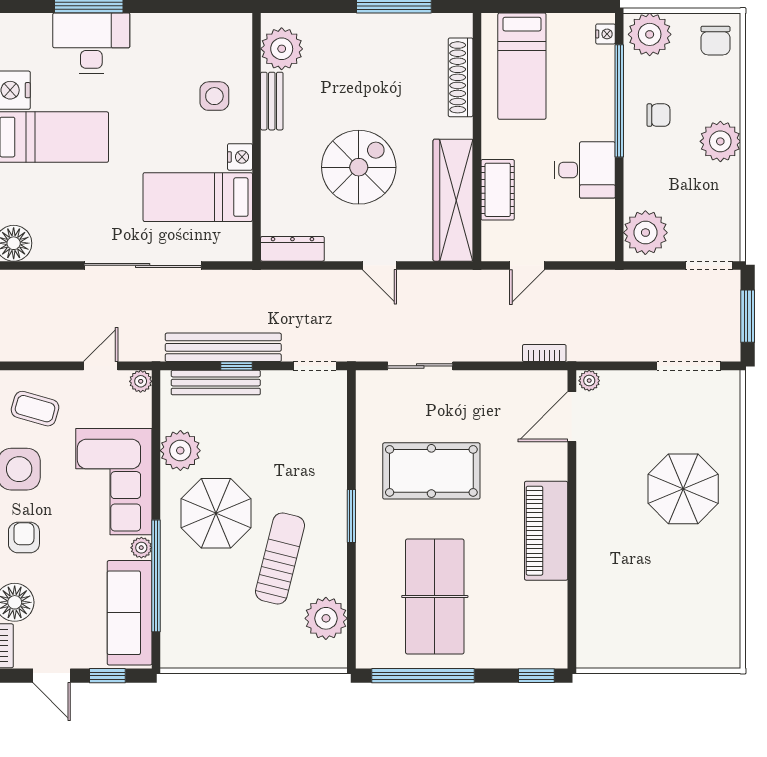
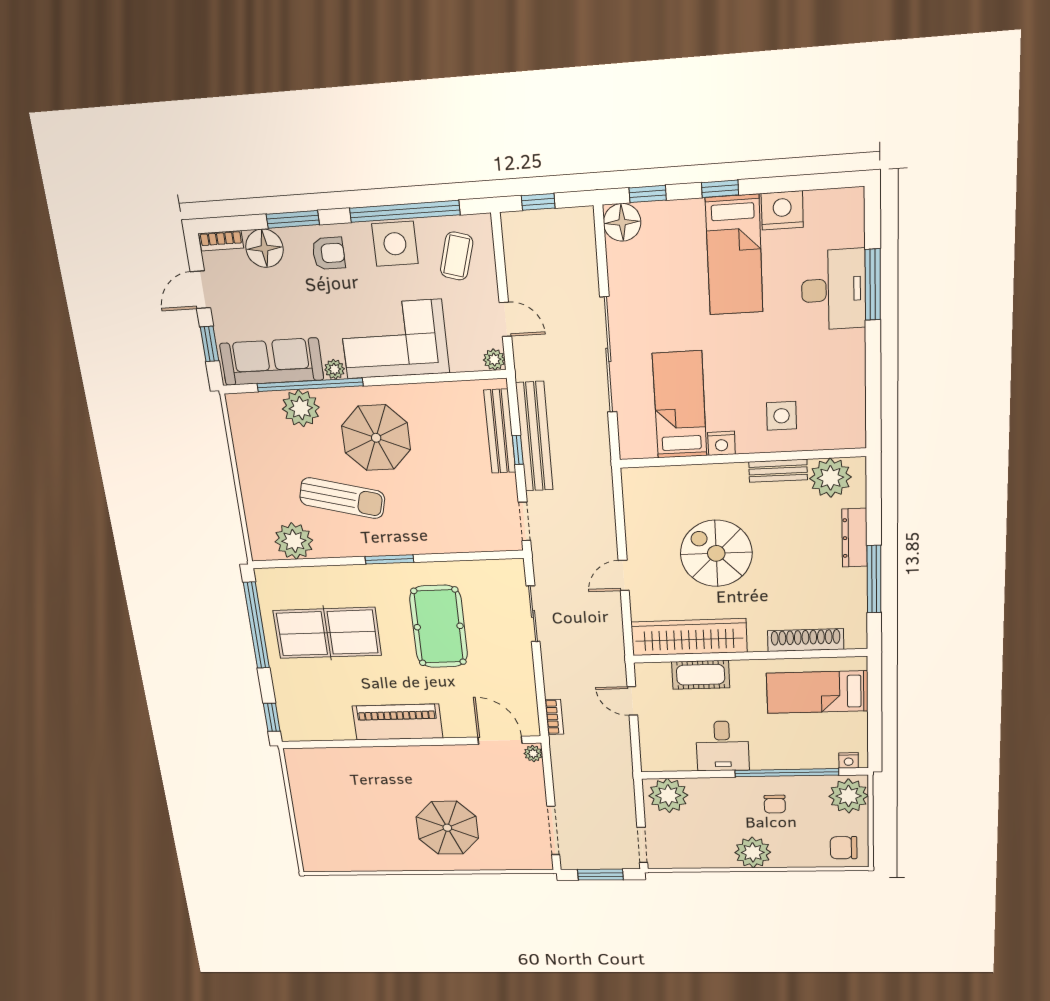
spiral stairs: (359, 167) -> (716, 553), turned 180
dresser: (292, 249) -> (855, 538), moved, turned 180
plant: (180, 451) -> (301, 408), moved

